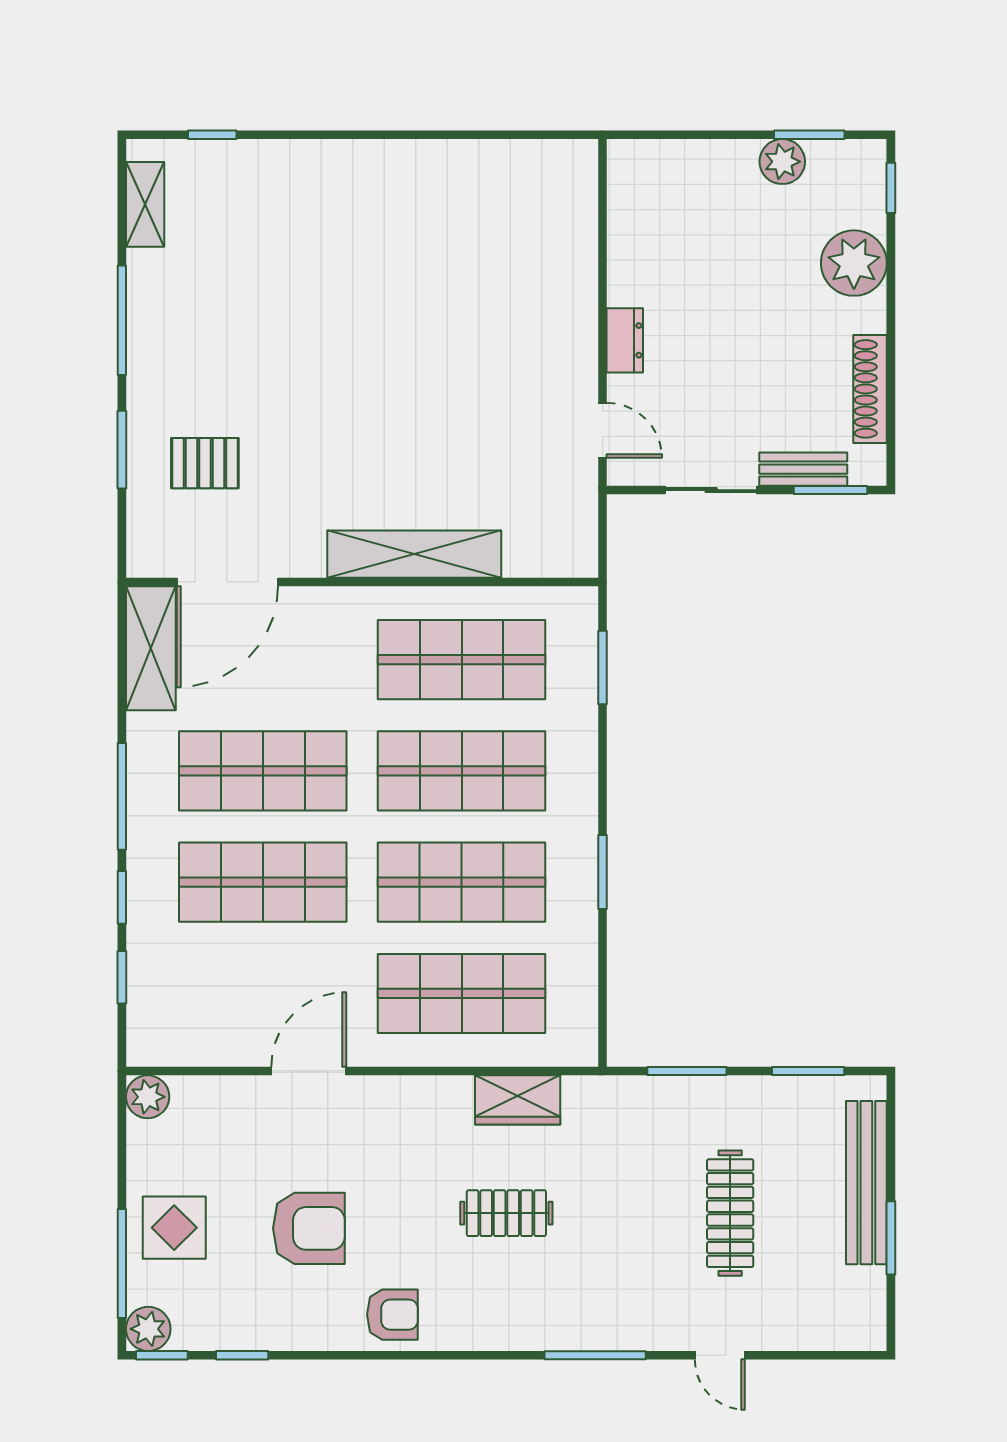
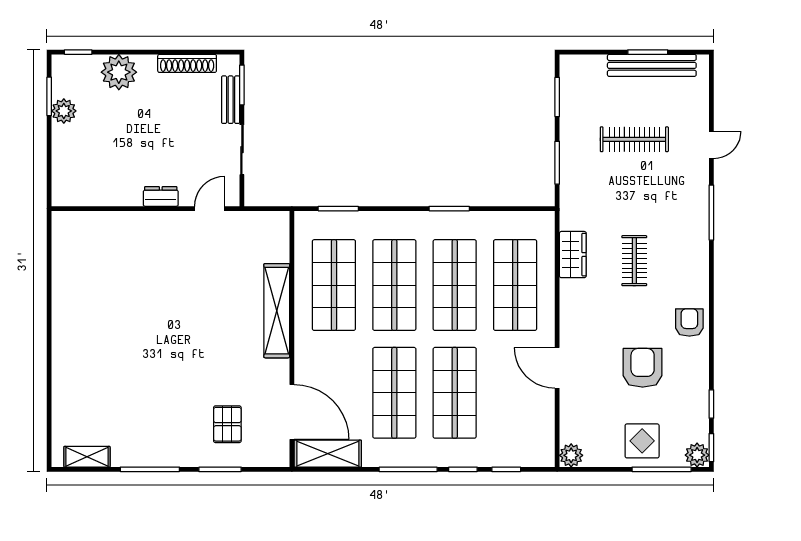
window: (212, 135) -> (49, 420), removed
bench: (866, 1183) -> (652, 65), moved

